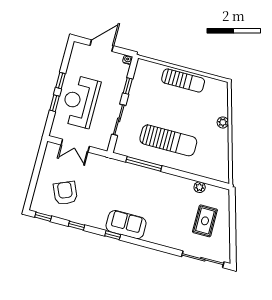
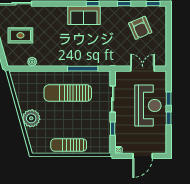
plant: (223, 122) -> (31, 118), width x1.87, depth x1.87
rug: (205, 221) -> (20, 35), turned 90

